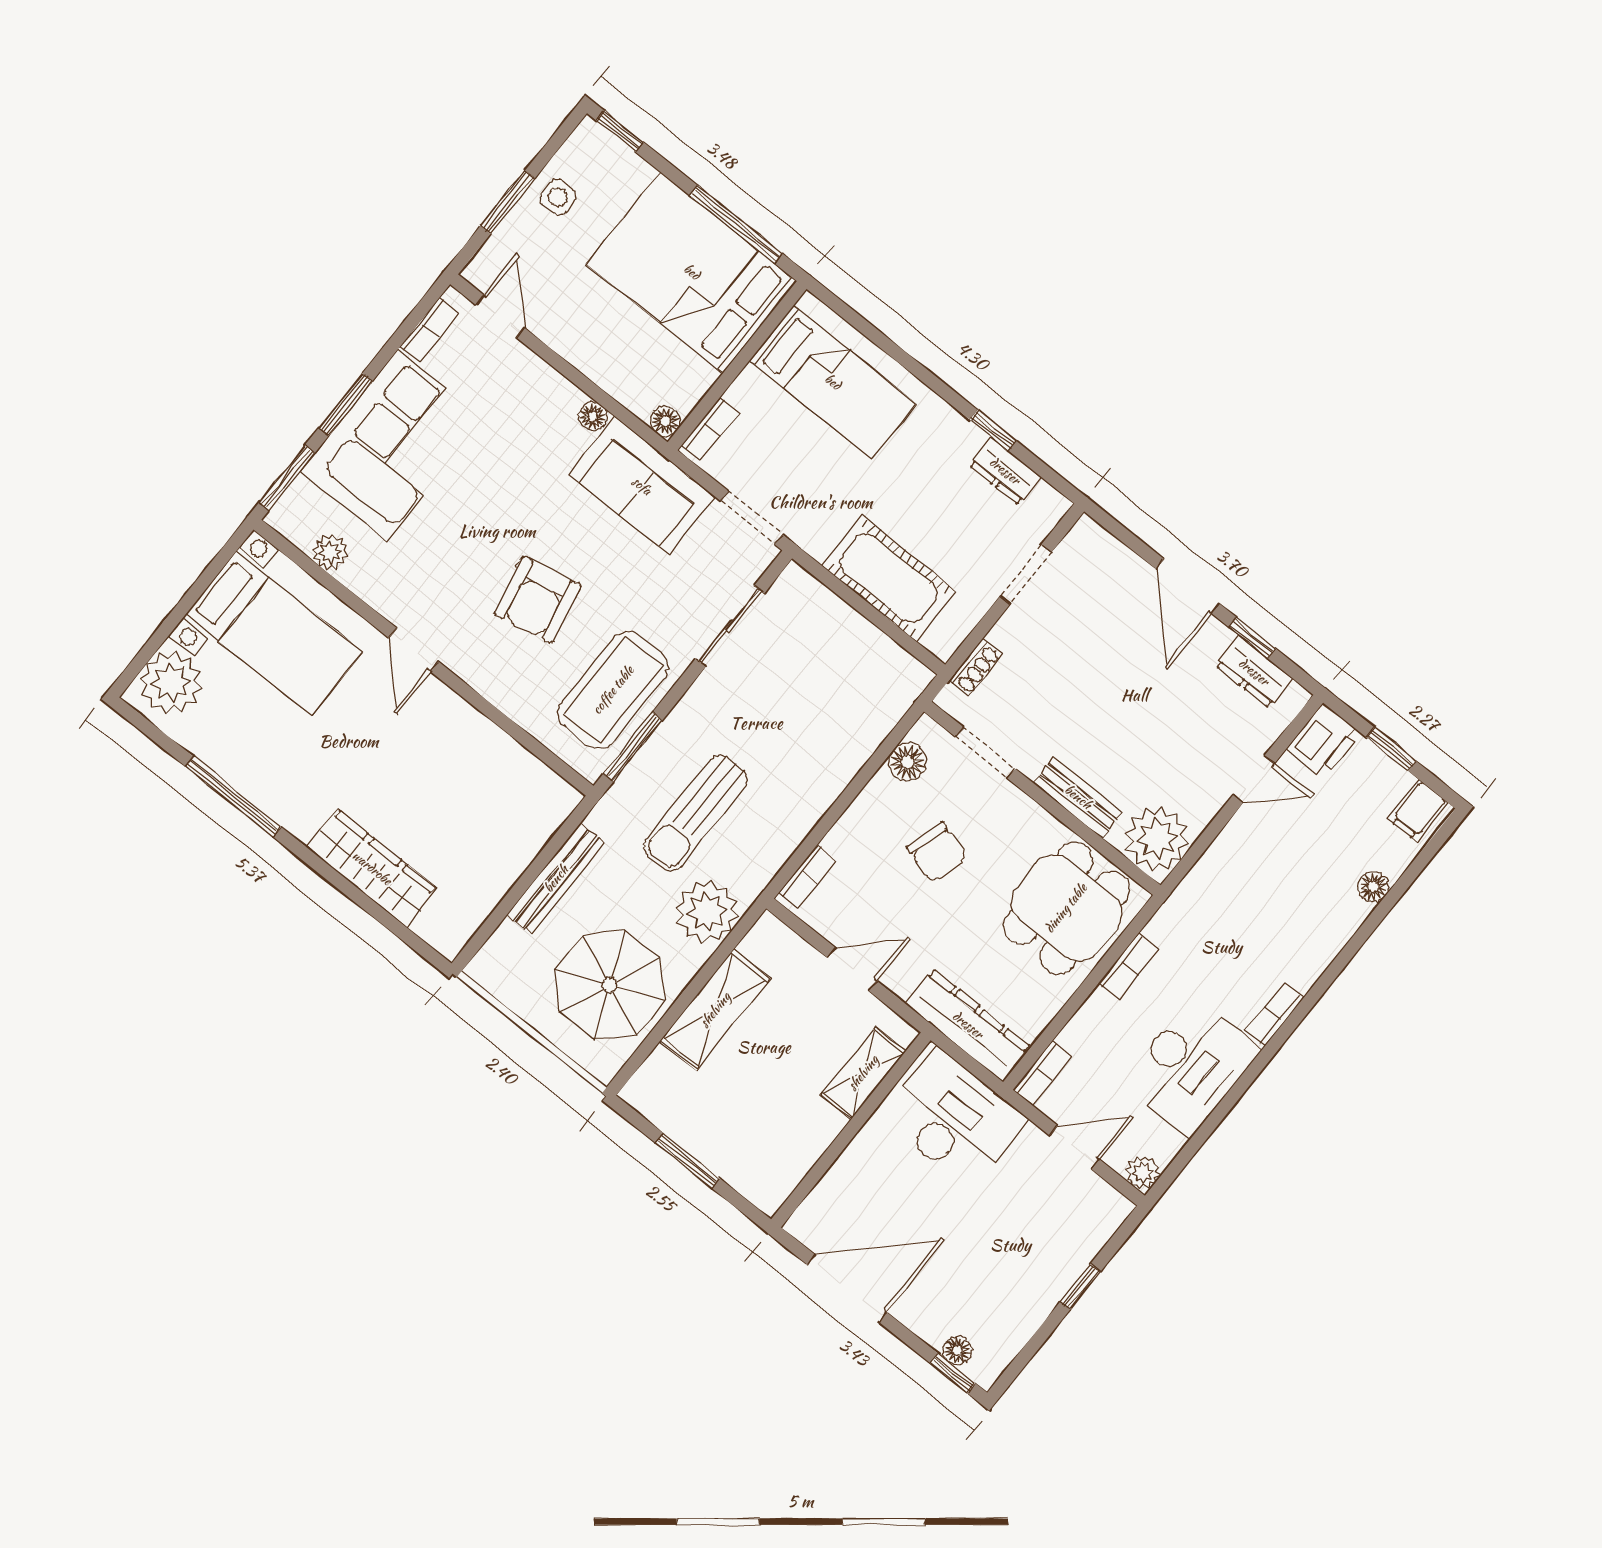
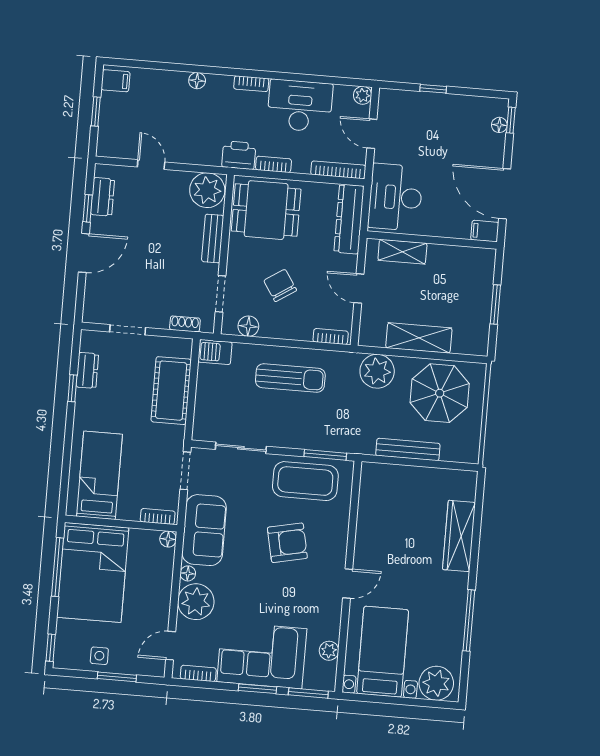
plant: (541, 400) -> (196, 602), added
barbecue: (902, 685) -> (215, 352), added
printer: (1324, 741) -> (239, 155), moved
sun lounger: (696, 813) -> (290, 378), moved
chair: (937, 852) -> (280, 285), turned -49
floor lamp: (1373, 887) -> (197, 81), moved
bookcase: (1043, 1073) -> (338, 170), width x1.56
filing cabinet: (810, 1220) -> (485, 231), added

